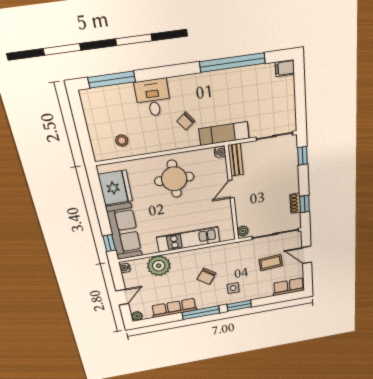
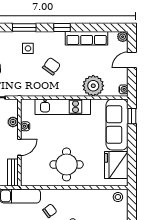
stool: (122, 140) -> (118, 197), moved
water cooler: (220, 152) -> (25, 126), moved
plant: (243, 231) -> (13, 122), moved
window: (201, 313) -> (62, 27), width x0.46

